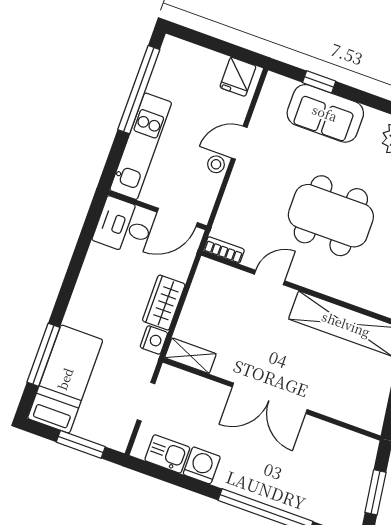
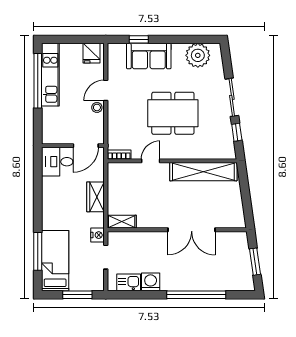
kitchen unit: (141, 146) -> (50, 75), moved
nightstand: (154, 340) -> (98, 235), moved
double door: (270, 398) -> (192, 230), moved

